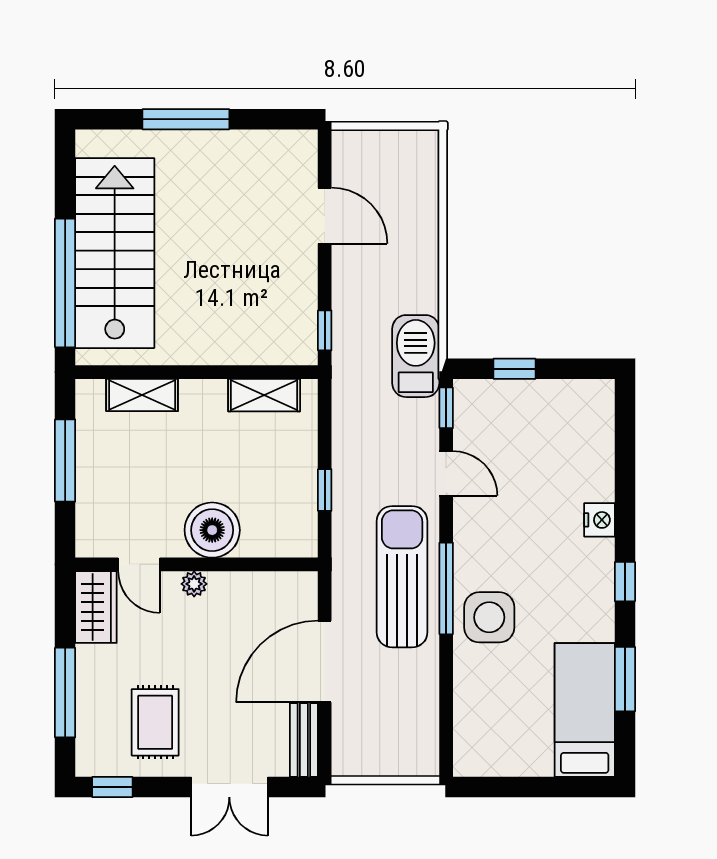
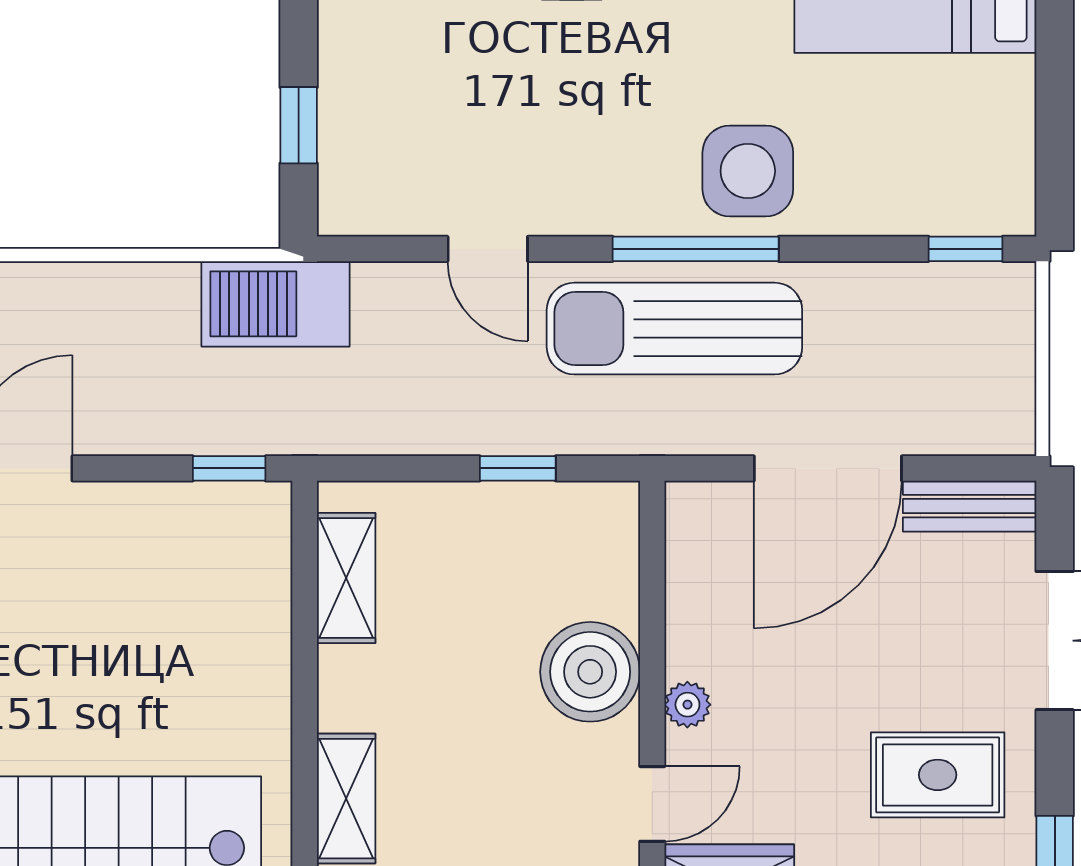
window: (446, 408) -> (966, 249), moved
door: (446, 473) -> (488, 249), swing flipped
door: (325, 662) -> (828, 468), hinge flipped

